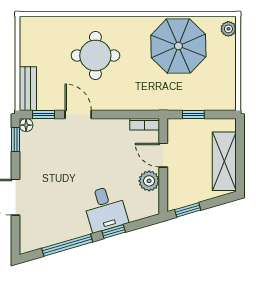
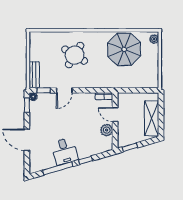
round table: (95, 56) -> (75, 55), turned 31
door: (78, 114) -> (64, 90), swing flipped
window: (193, 114) -> (133, 90), removed
desk: (105, 209) -> (65, 151), moved

